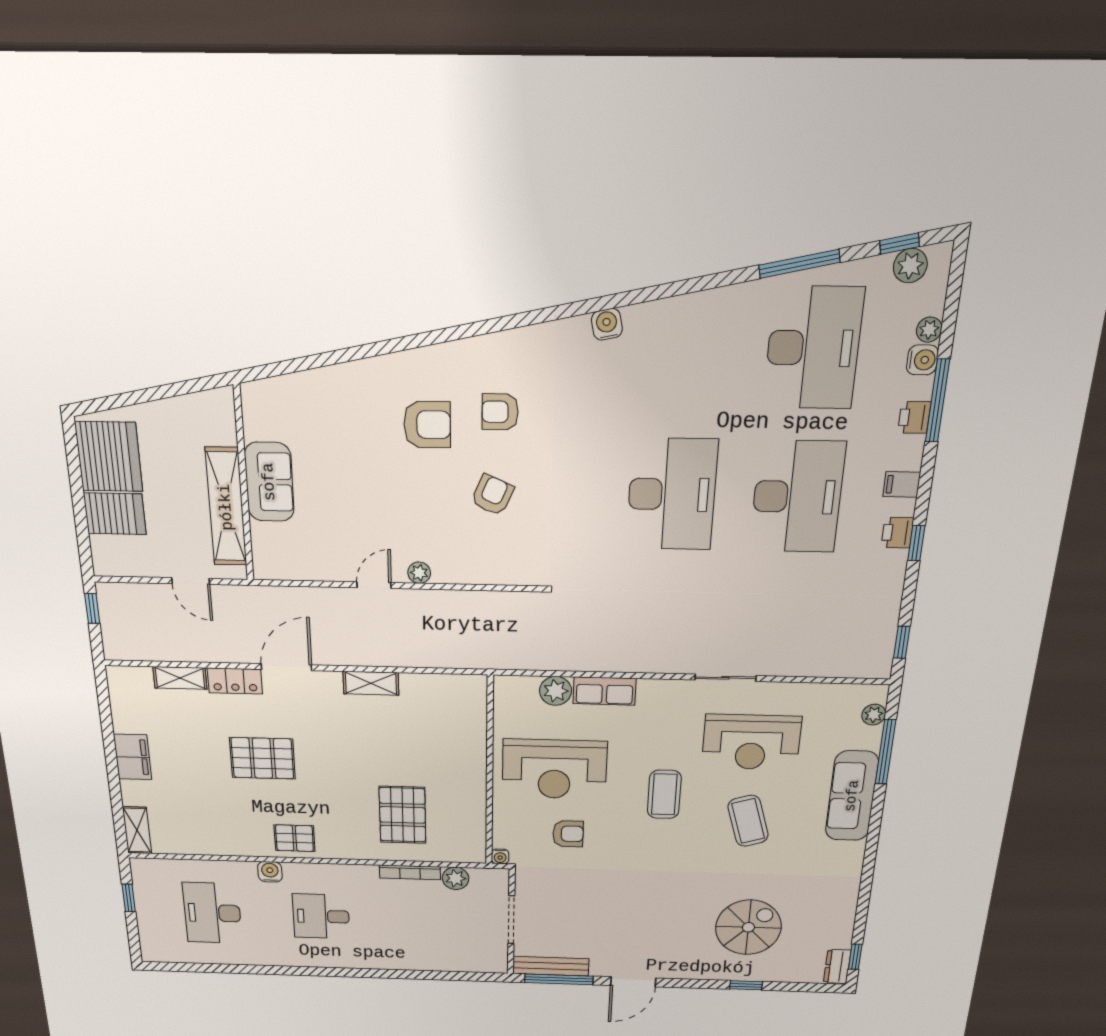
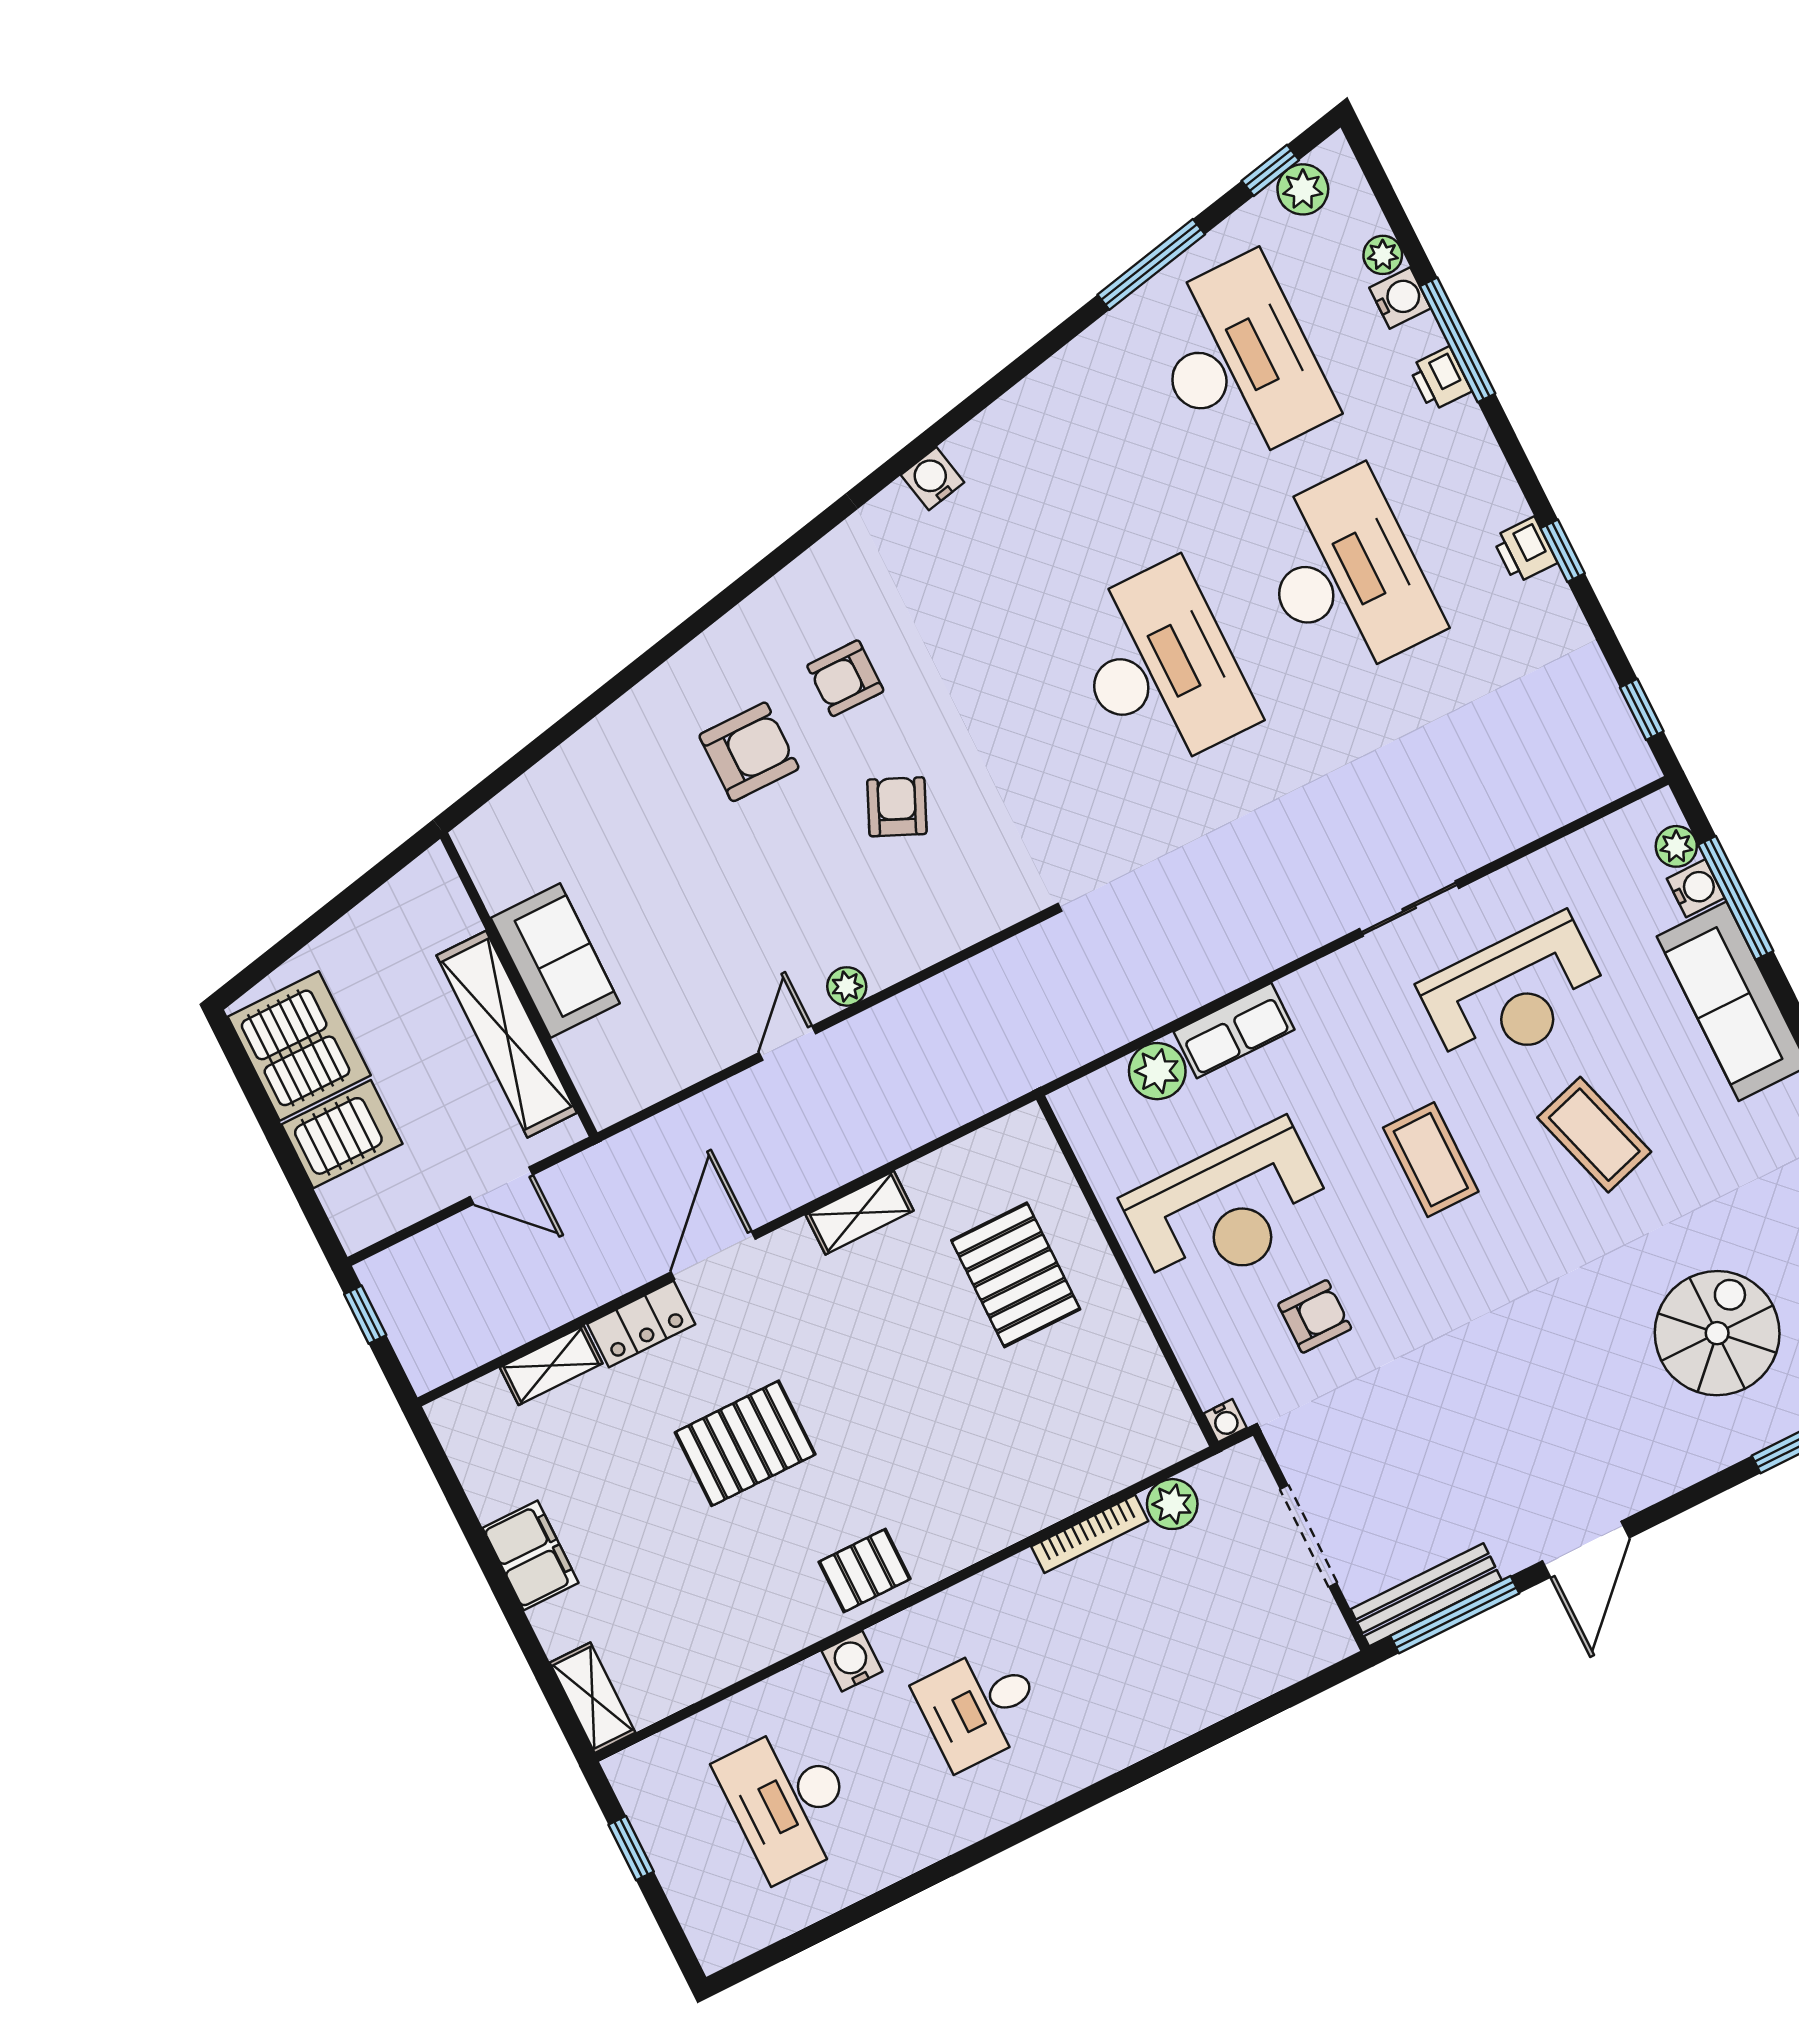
filing cabinet: (902, 484) -> (1485, 479), removed
water cooler: (870, 738) -> (1696, 888), added
pallet: (402, 815) -> (1016, 1275), moved

